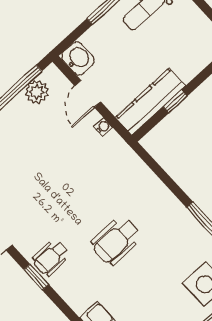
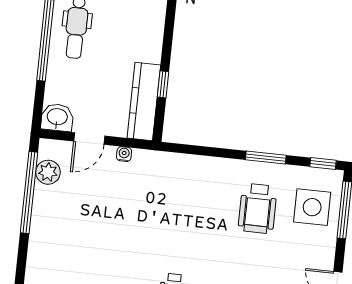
door: (88, 94) -> (89, 139), hinge flipped
wheelchair: (116, 241) -> (258, 208), moved

